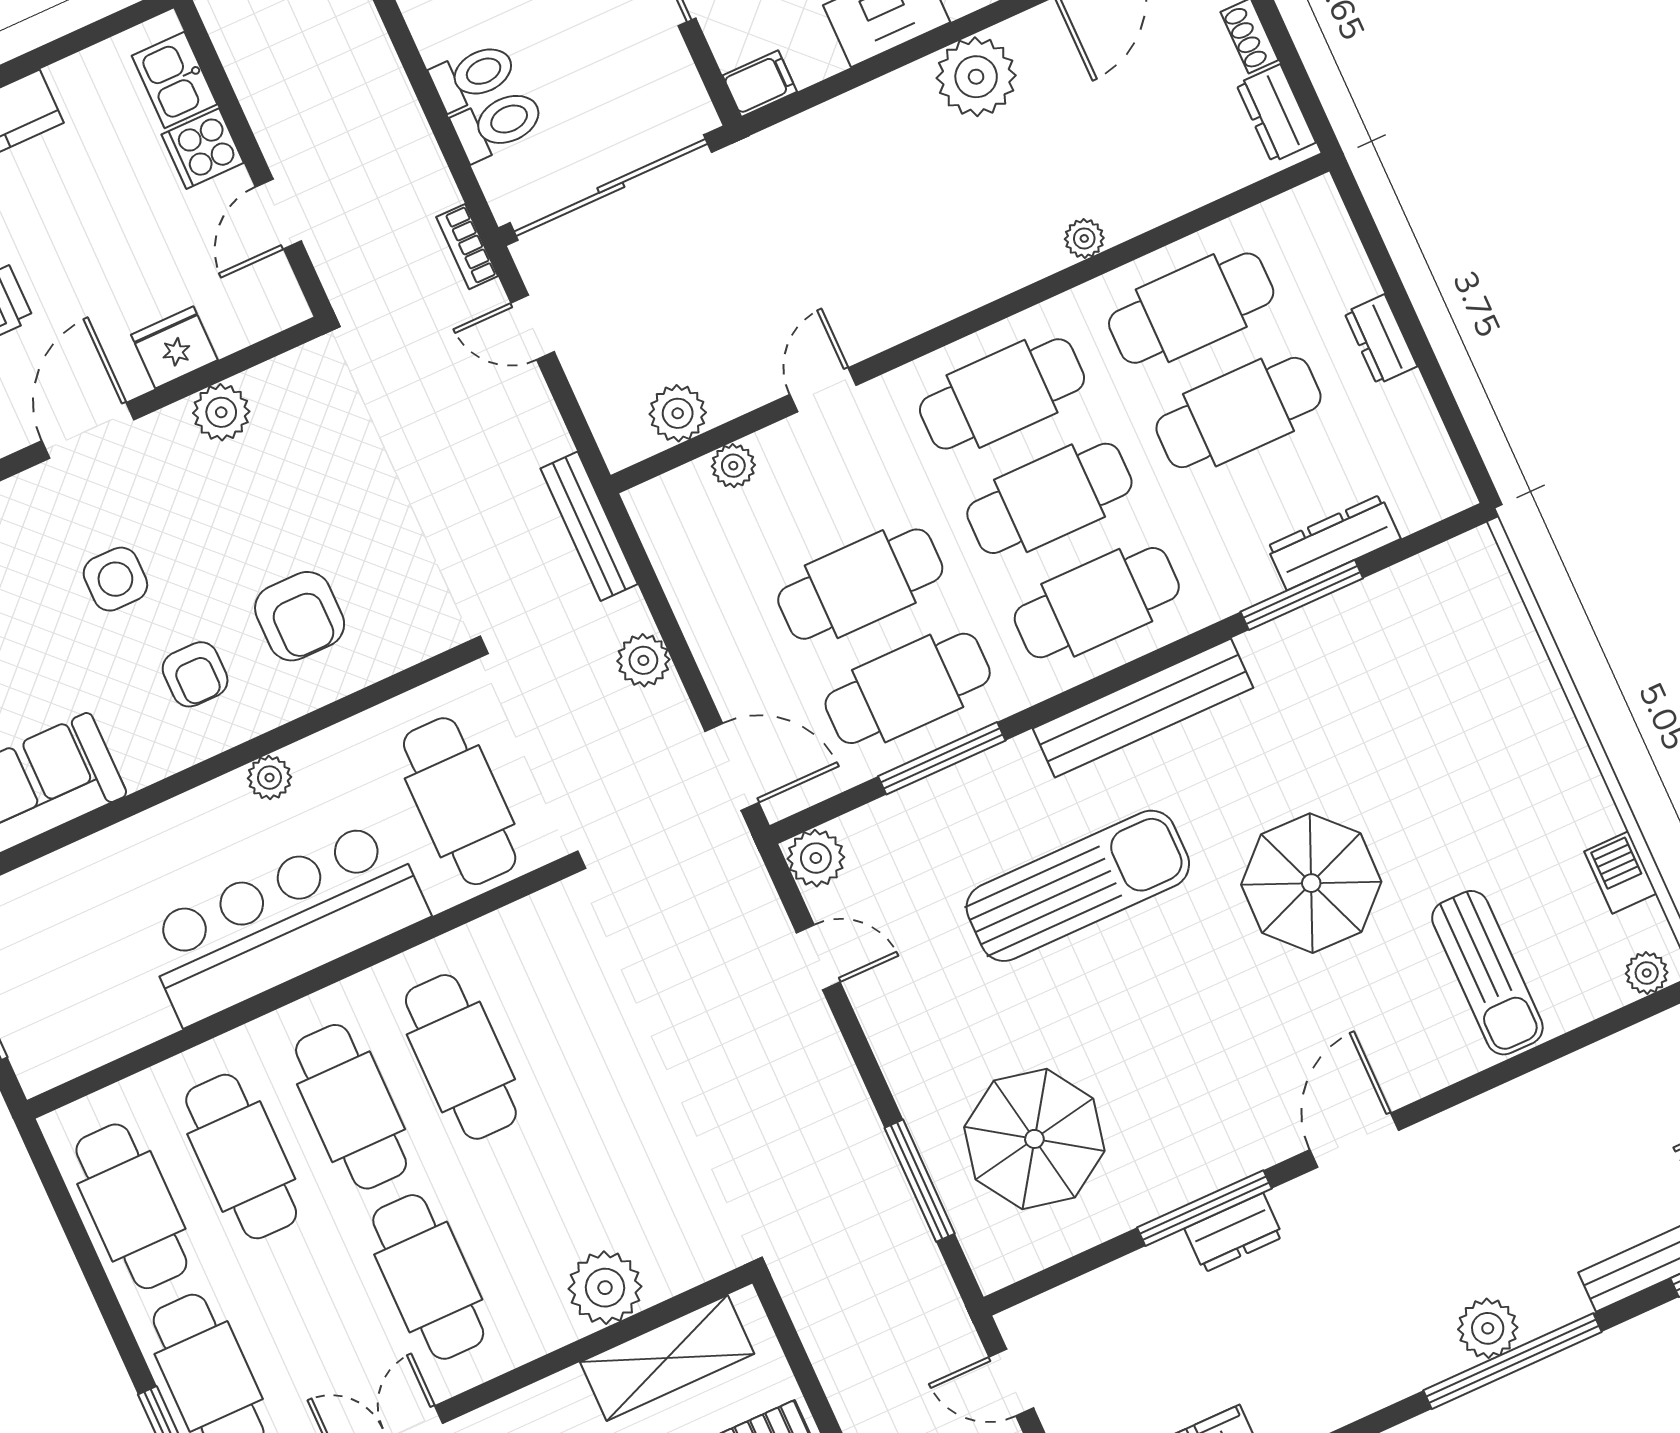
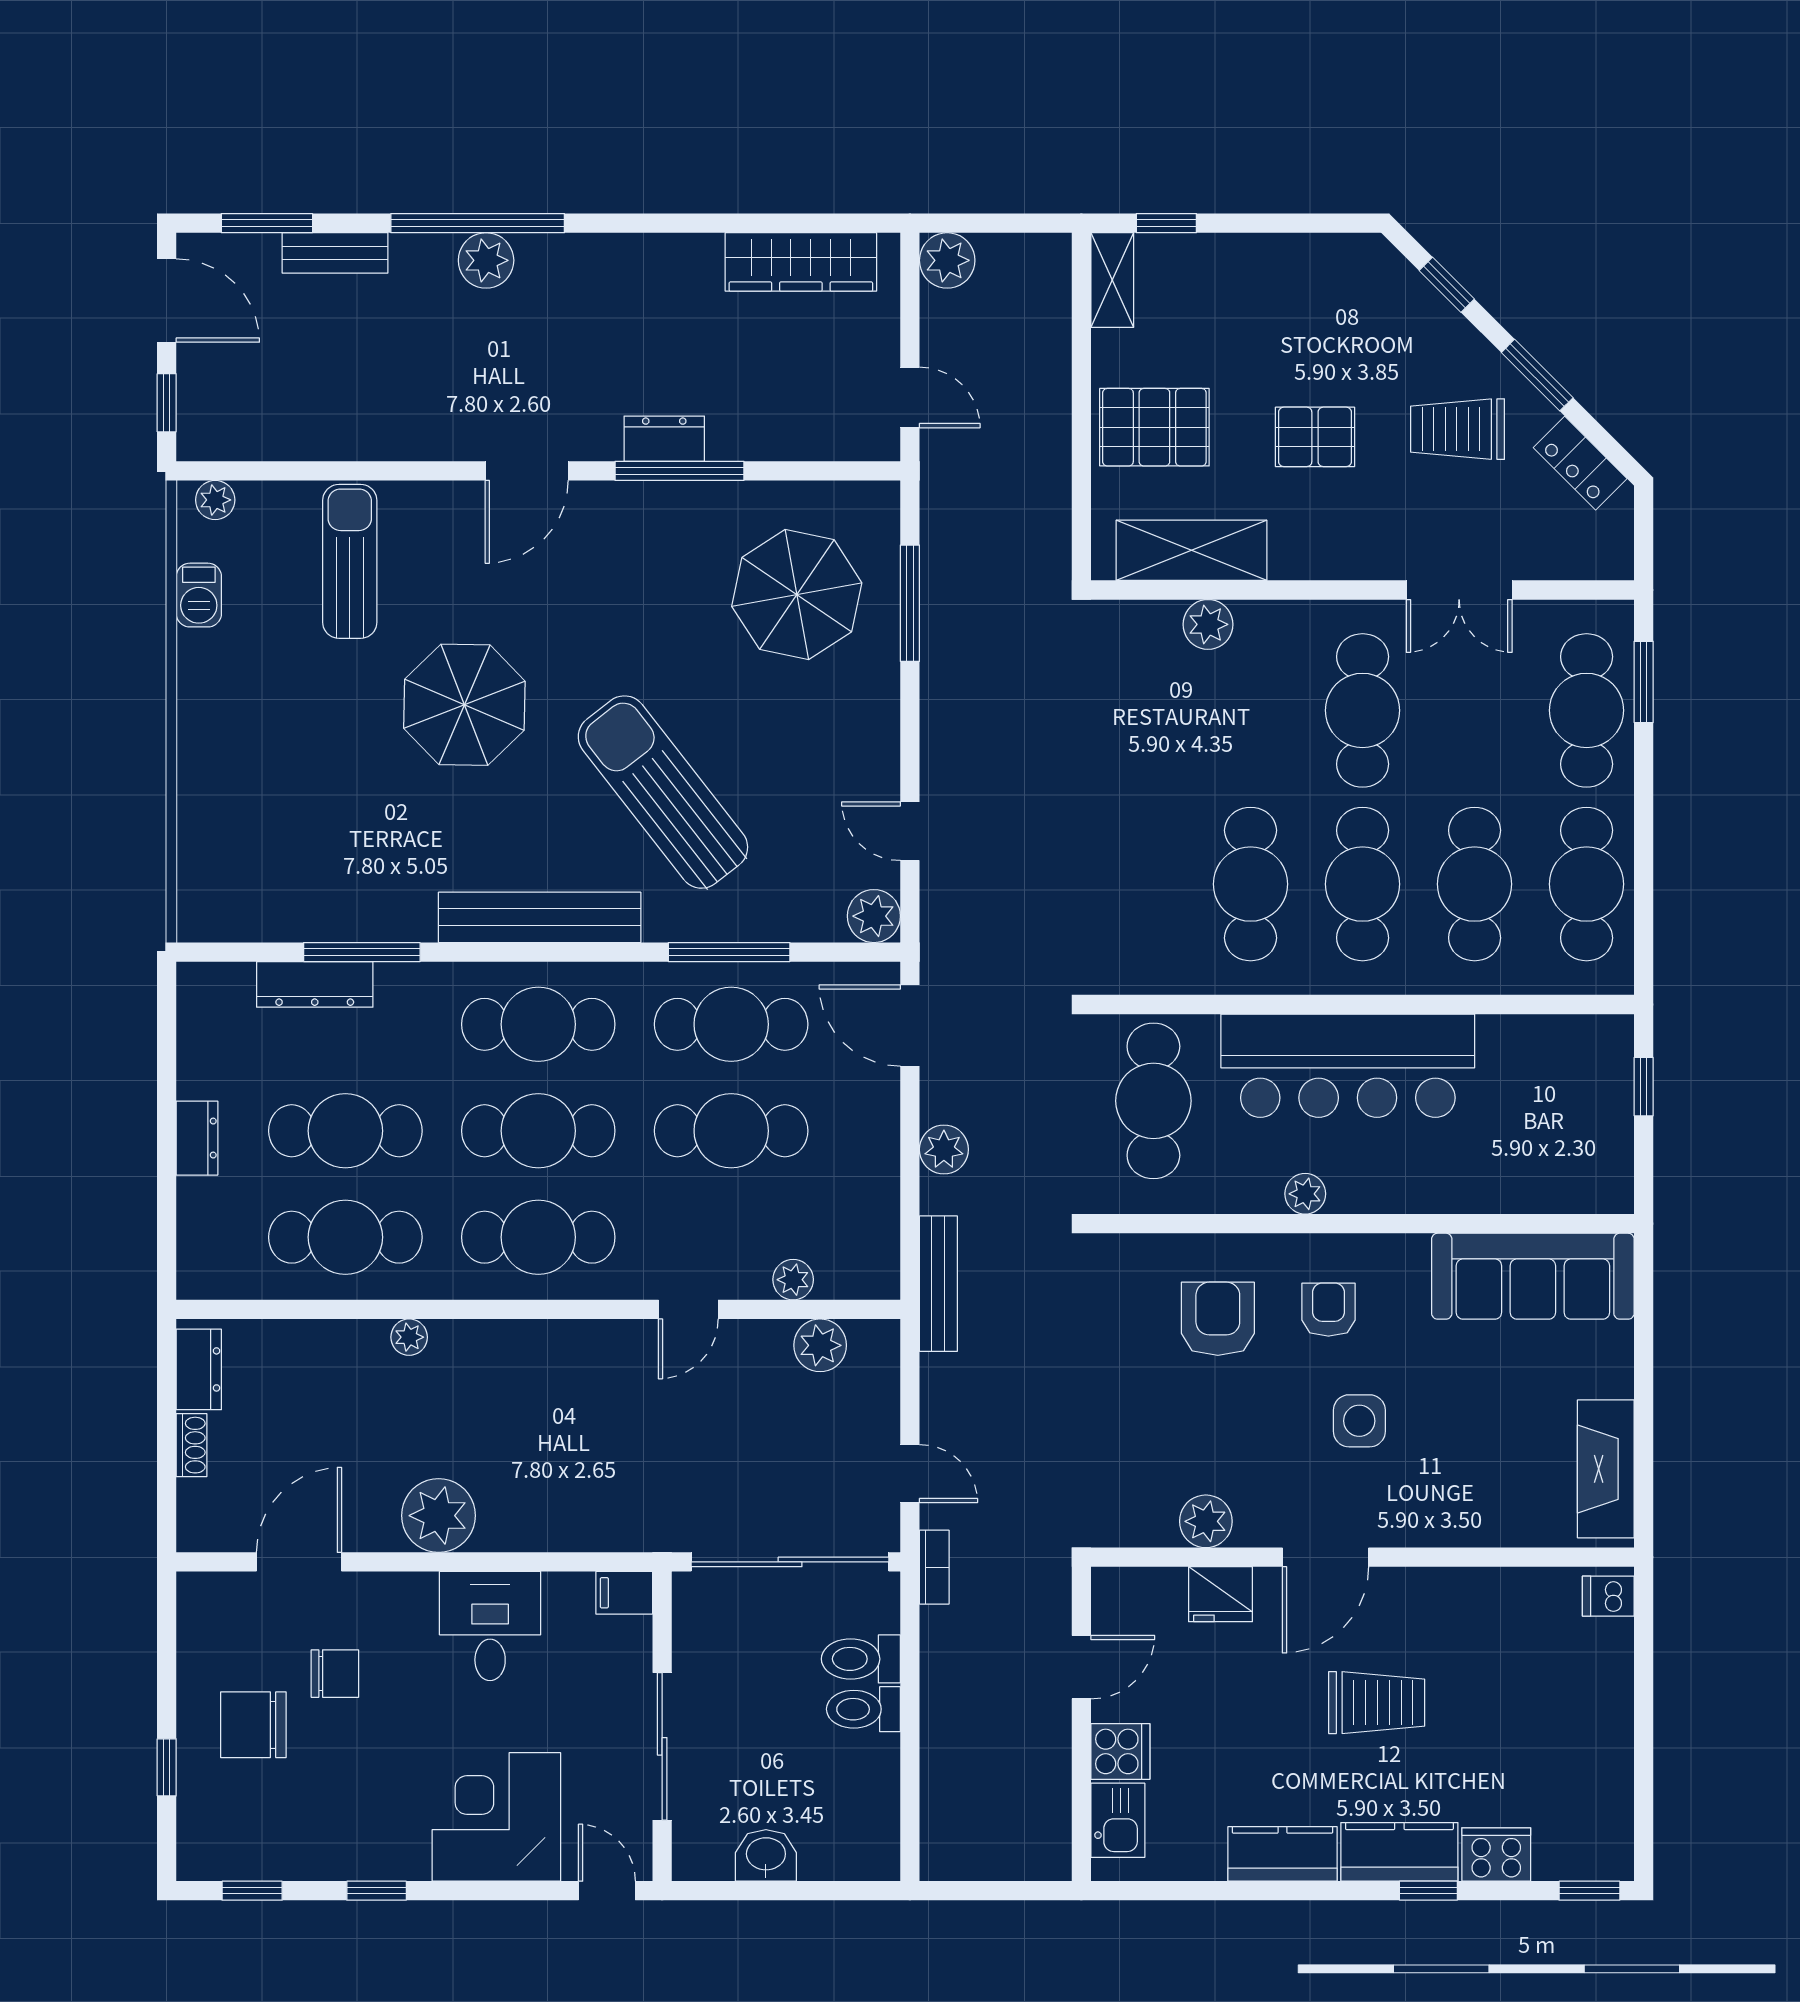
sun lounger: (1078, 886) -> (663, 792), turned 52
plant: (605, 1288) -> (1208, 624), width x0.73, depth x0.73

